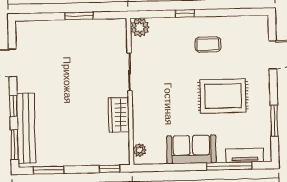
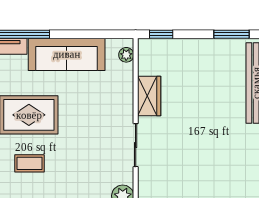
coffee table: (208, 44) -> (29, 163), moved
sofa: (191, 149) -> (67, 54), width x1.36

